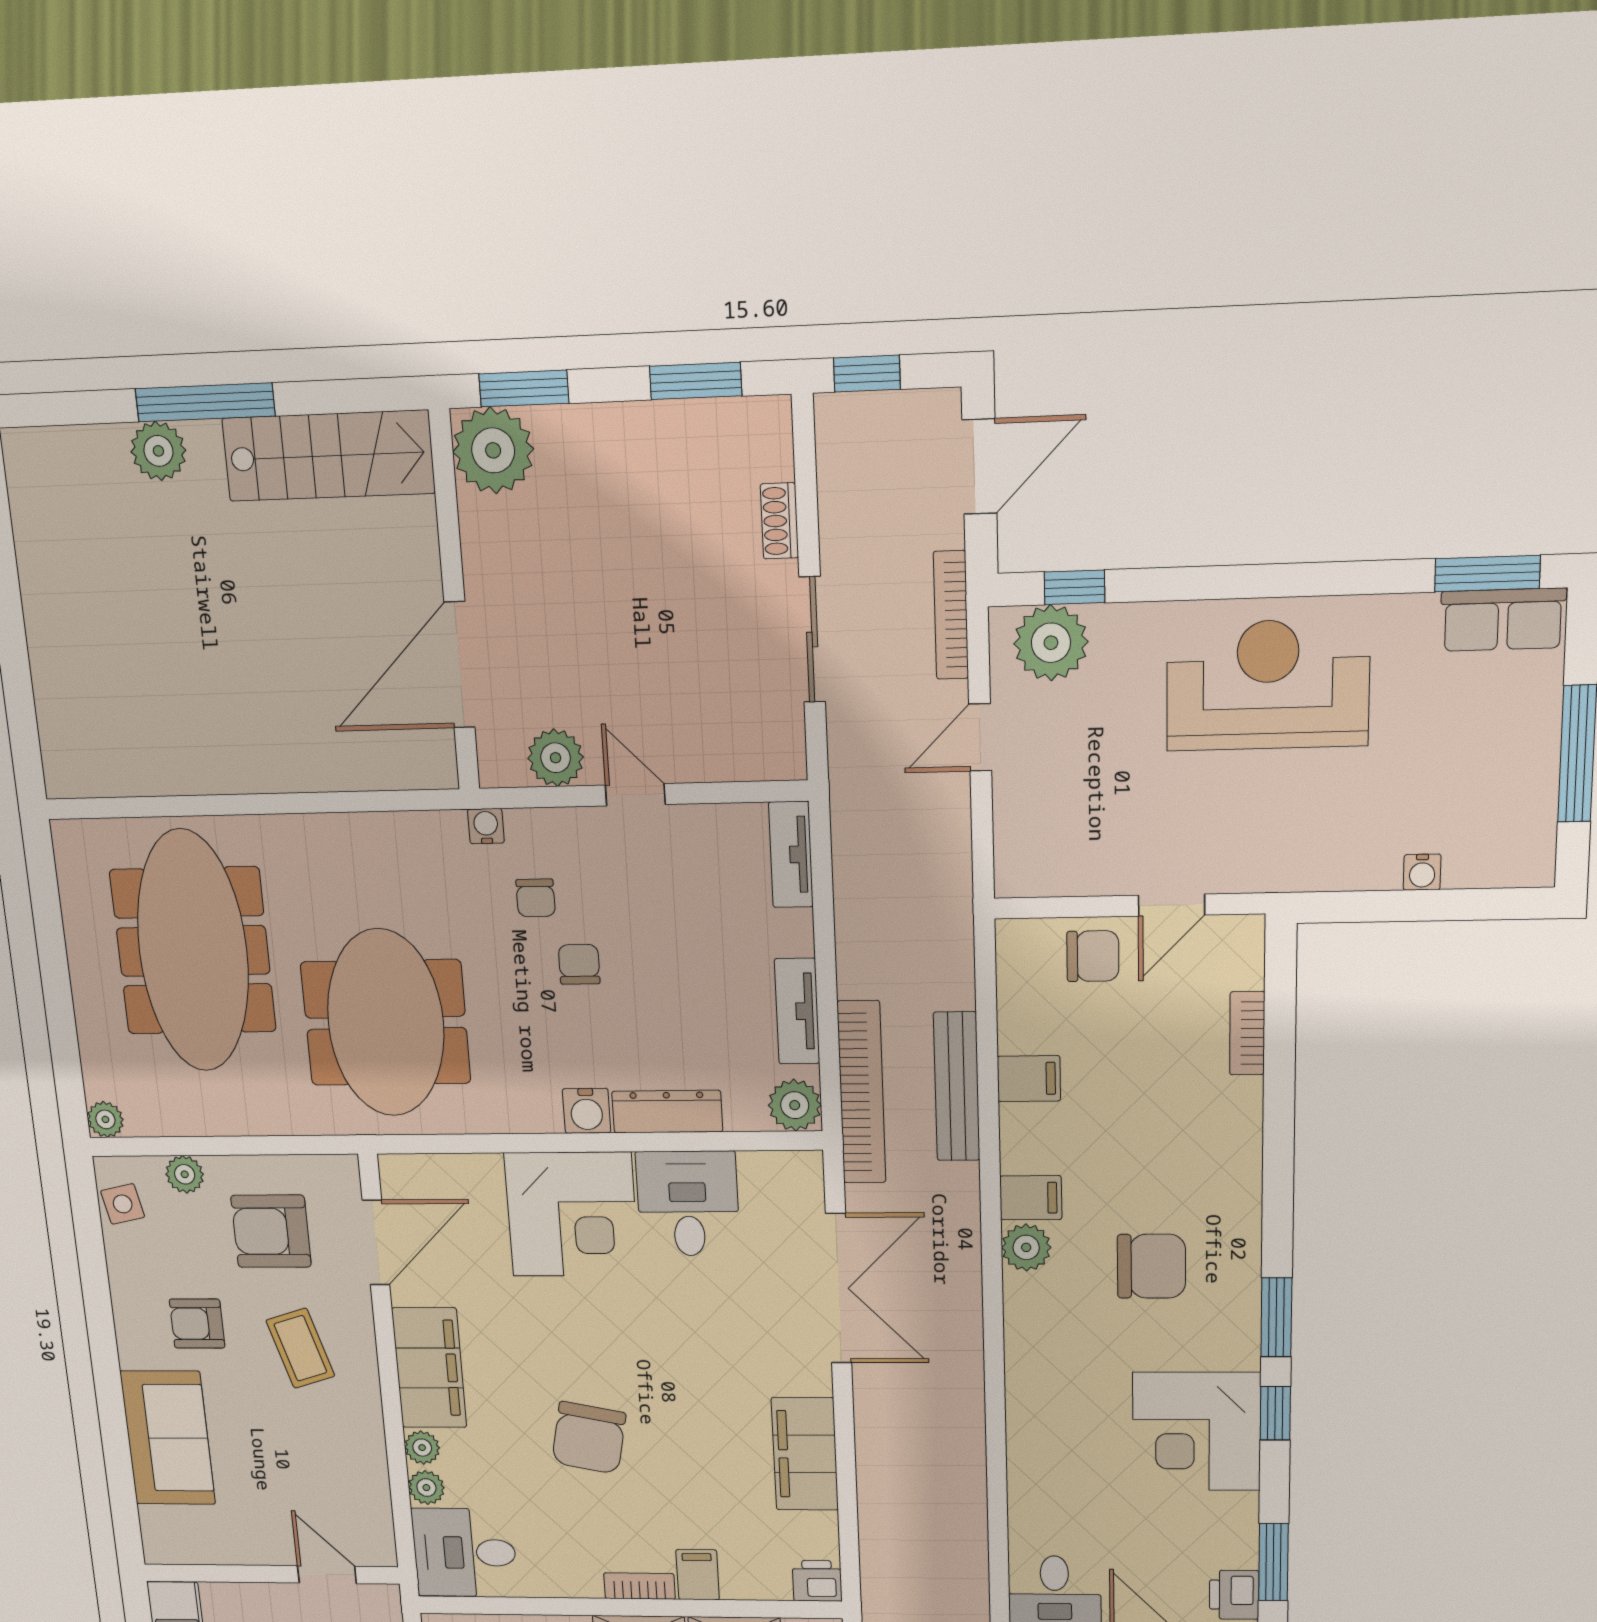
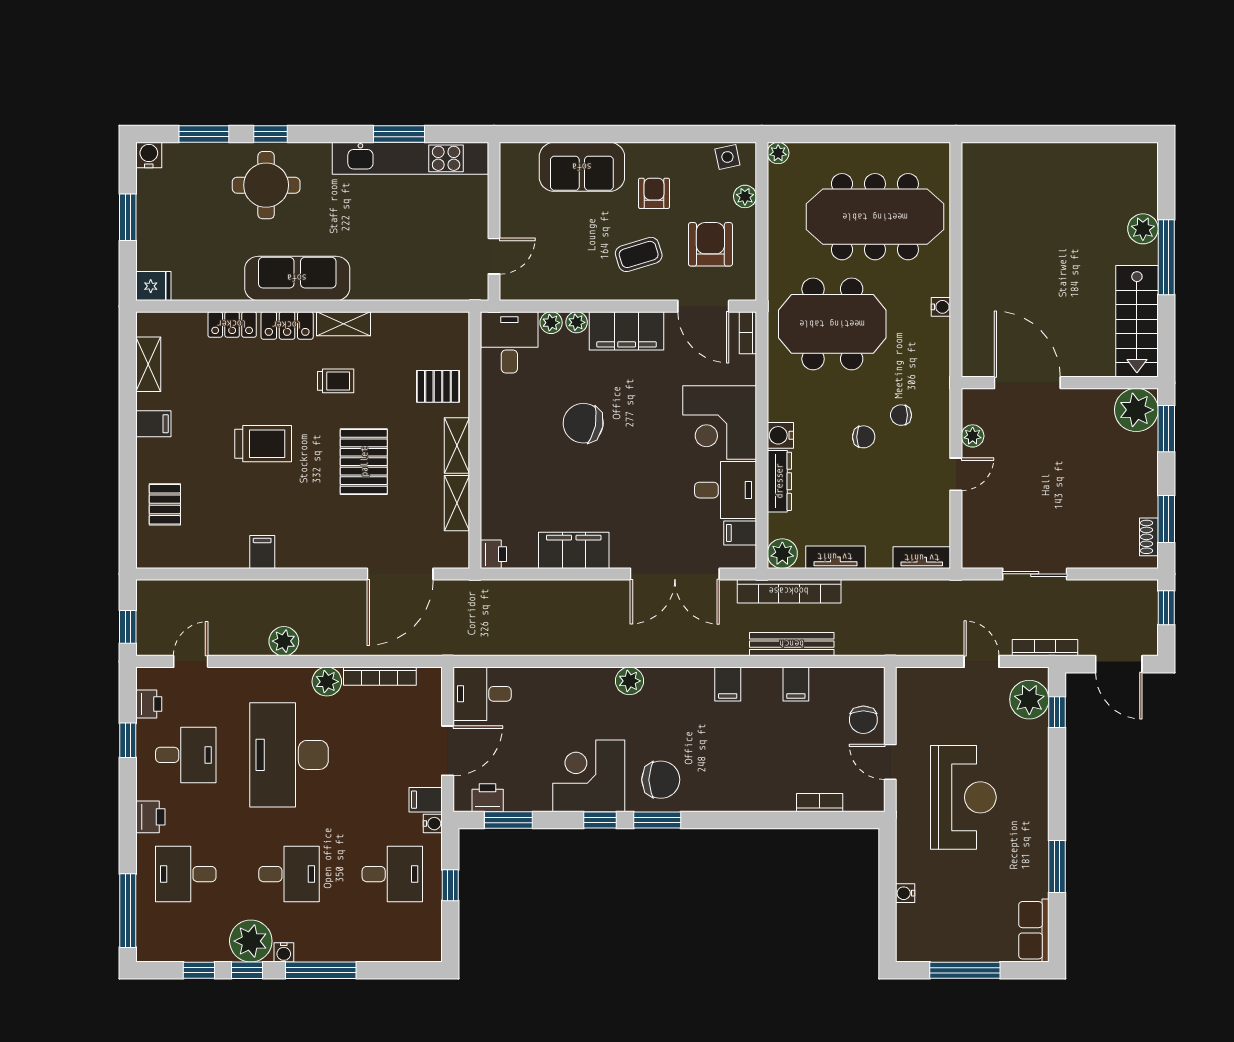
shoe rack: (779, 521) -> (1149, 537), moved, turned -90
window: (1487, 573) -> (1057, 866), moved
reception desk: (1268, 685) -> (963, 797), moved
plant: (556, 758) -> (973, 436), width x0.73, depth x0.73
water cooler: (486, 826) -> (941, 307), moved
plant: (1026, 1247) -> (629, 681), moved
chair: (1151, 1266) -> (661, 780), moved, turned -90
filing cabinet: (698, 1575) -> (740, 533), moved, turned 180
bookcase: (639, 1586) -> (748, 333), moved, turned 180

